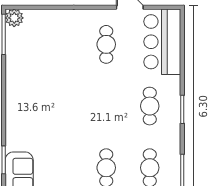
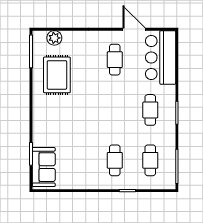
plant: (14, 18) -> (54, 38), moved
rug: (35, 63) -> (57, 75), added

